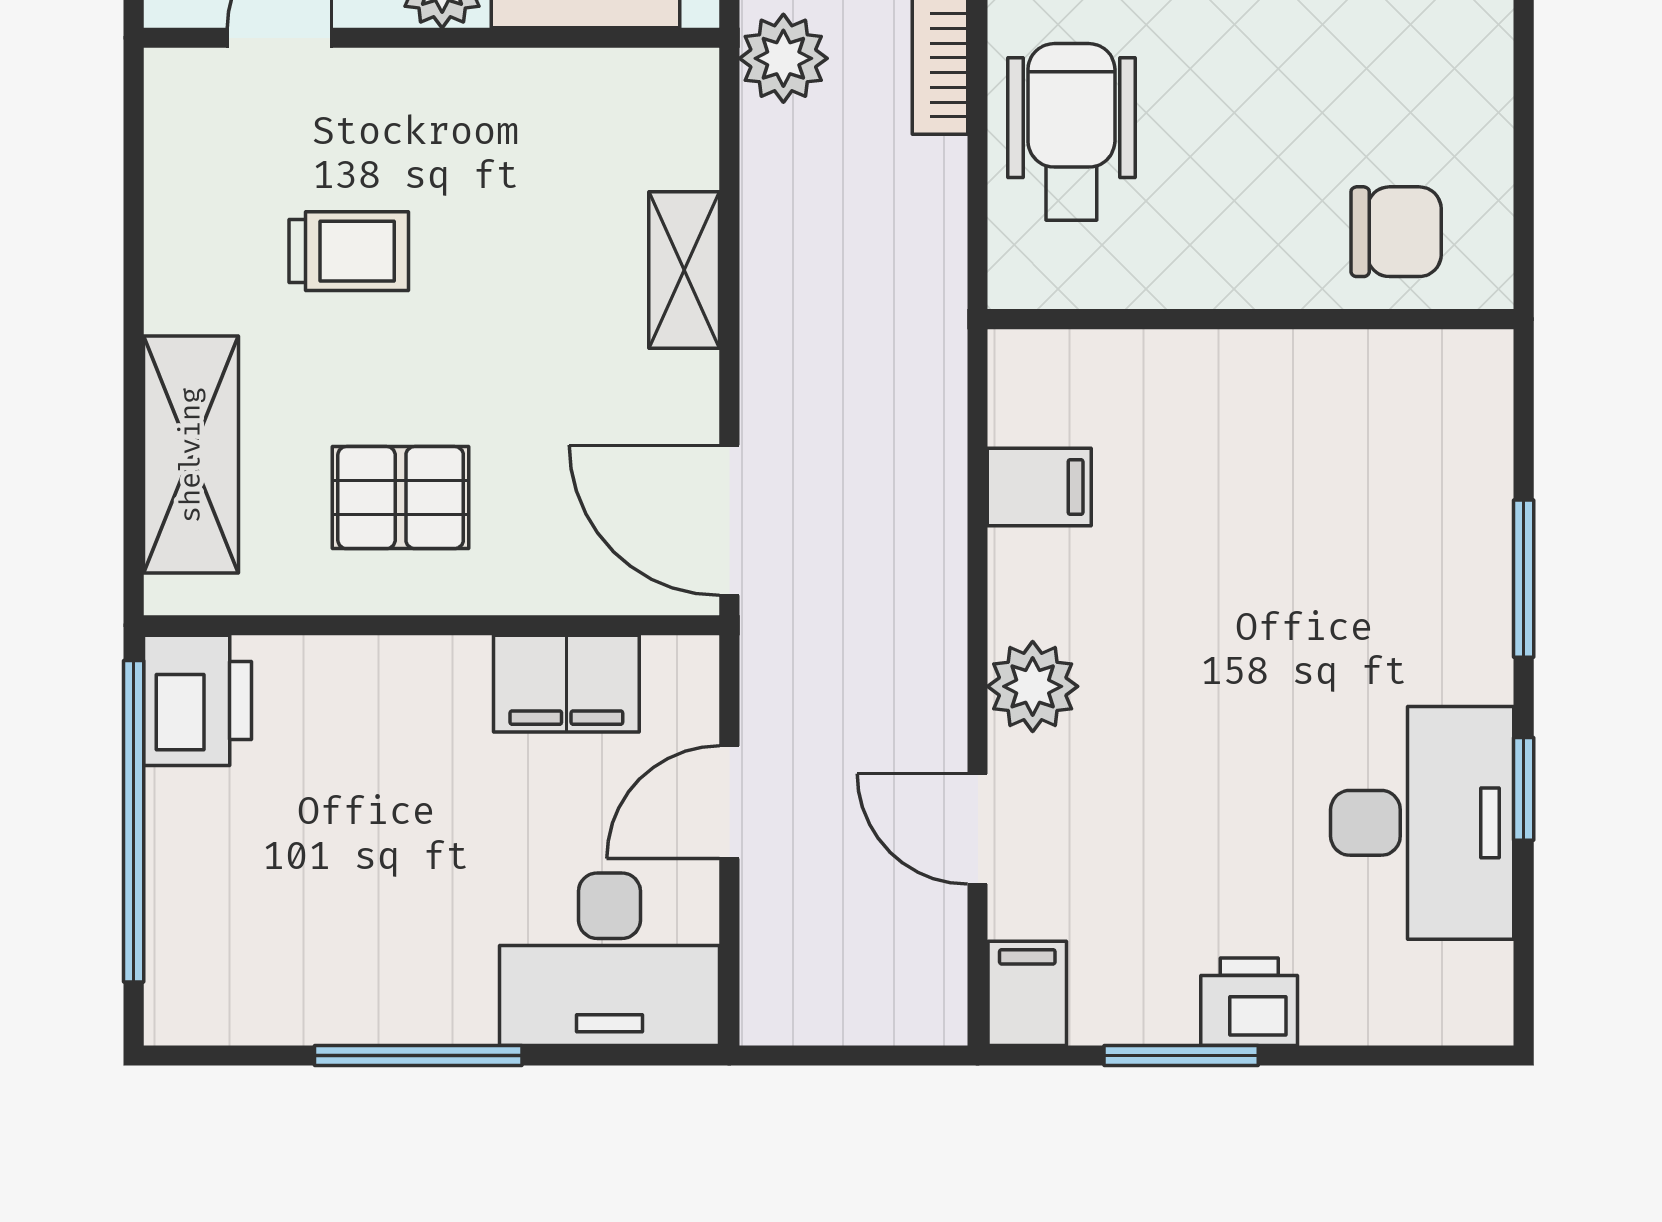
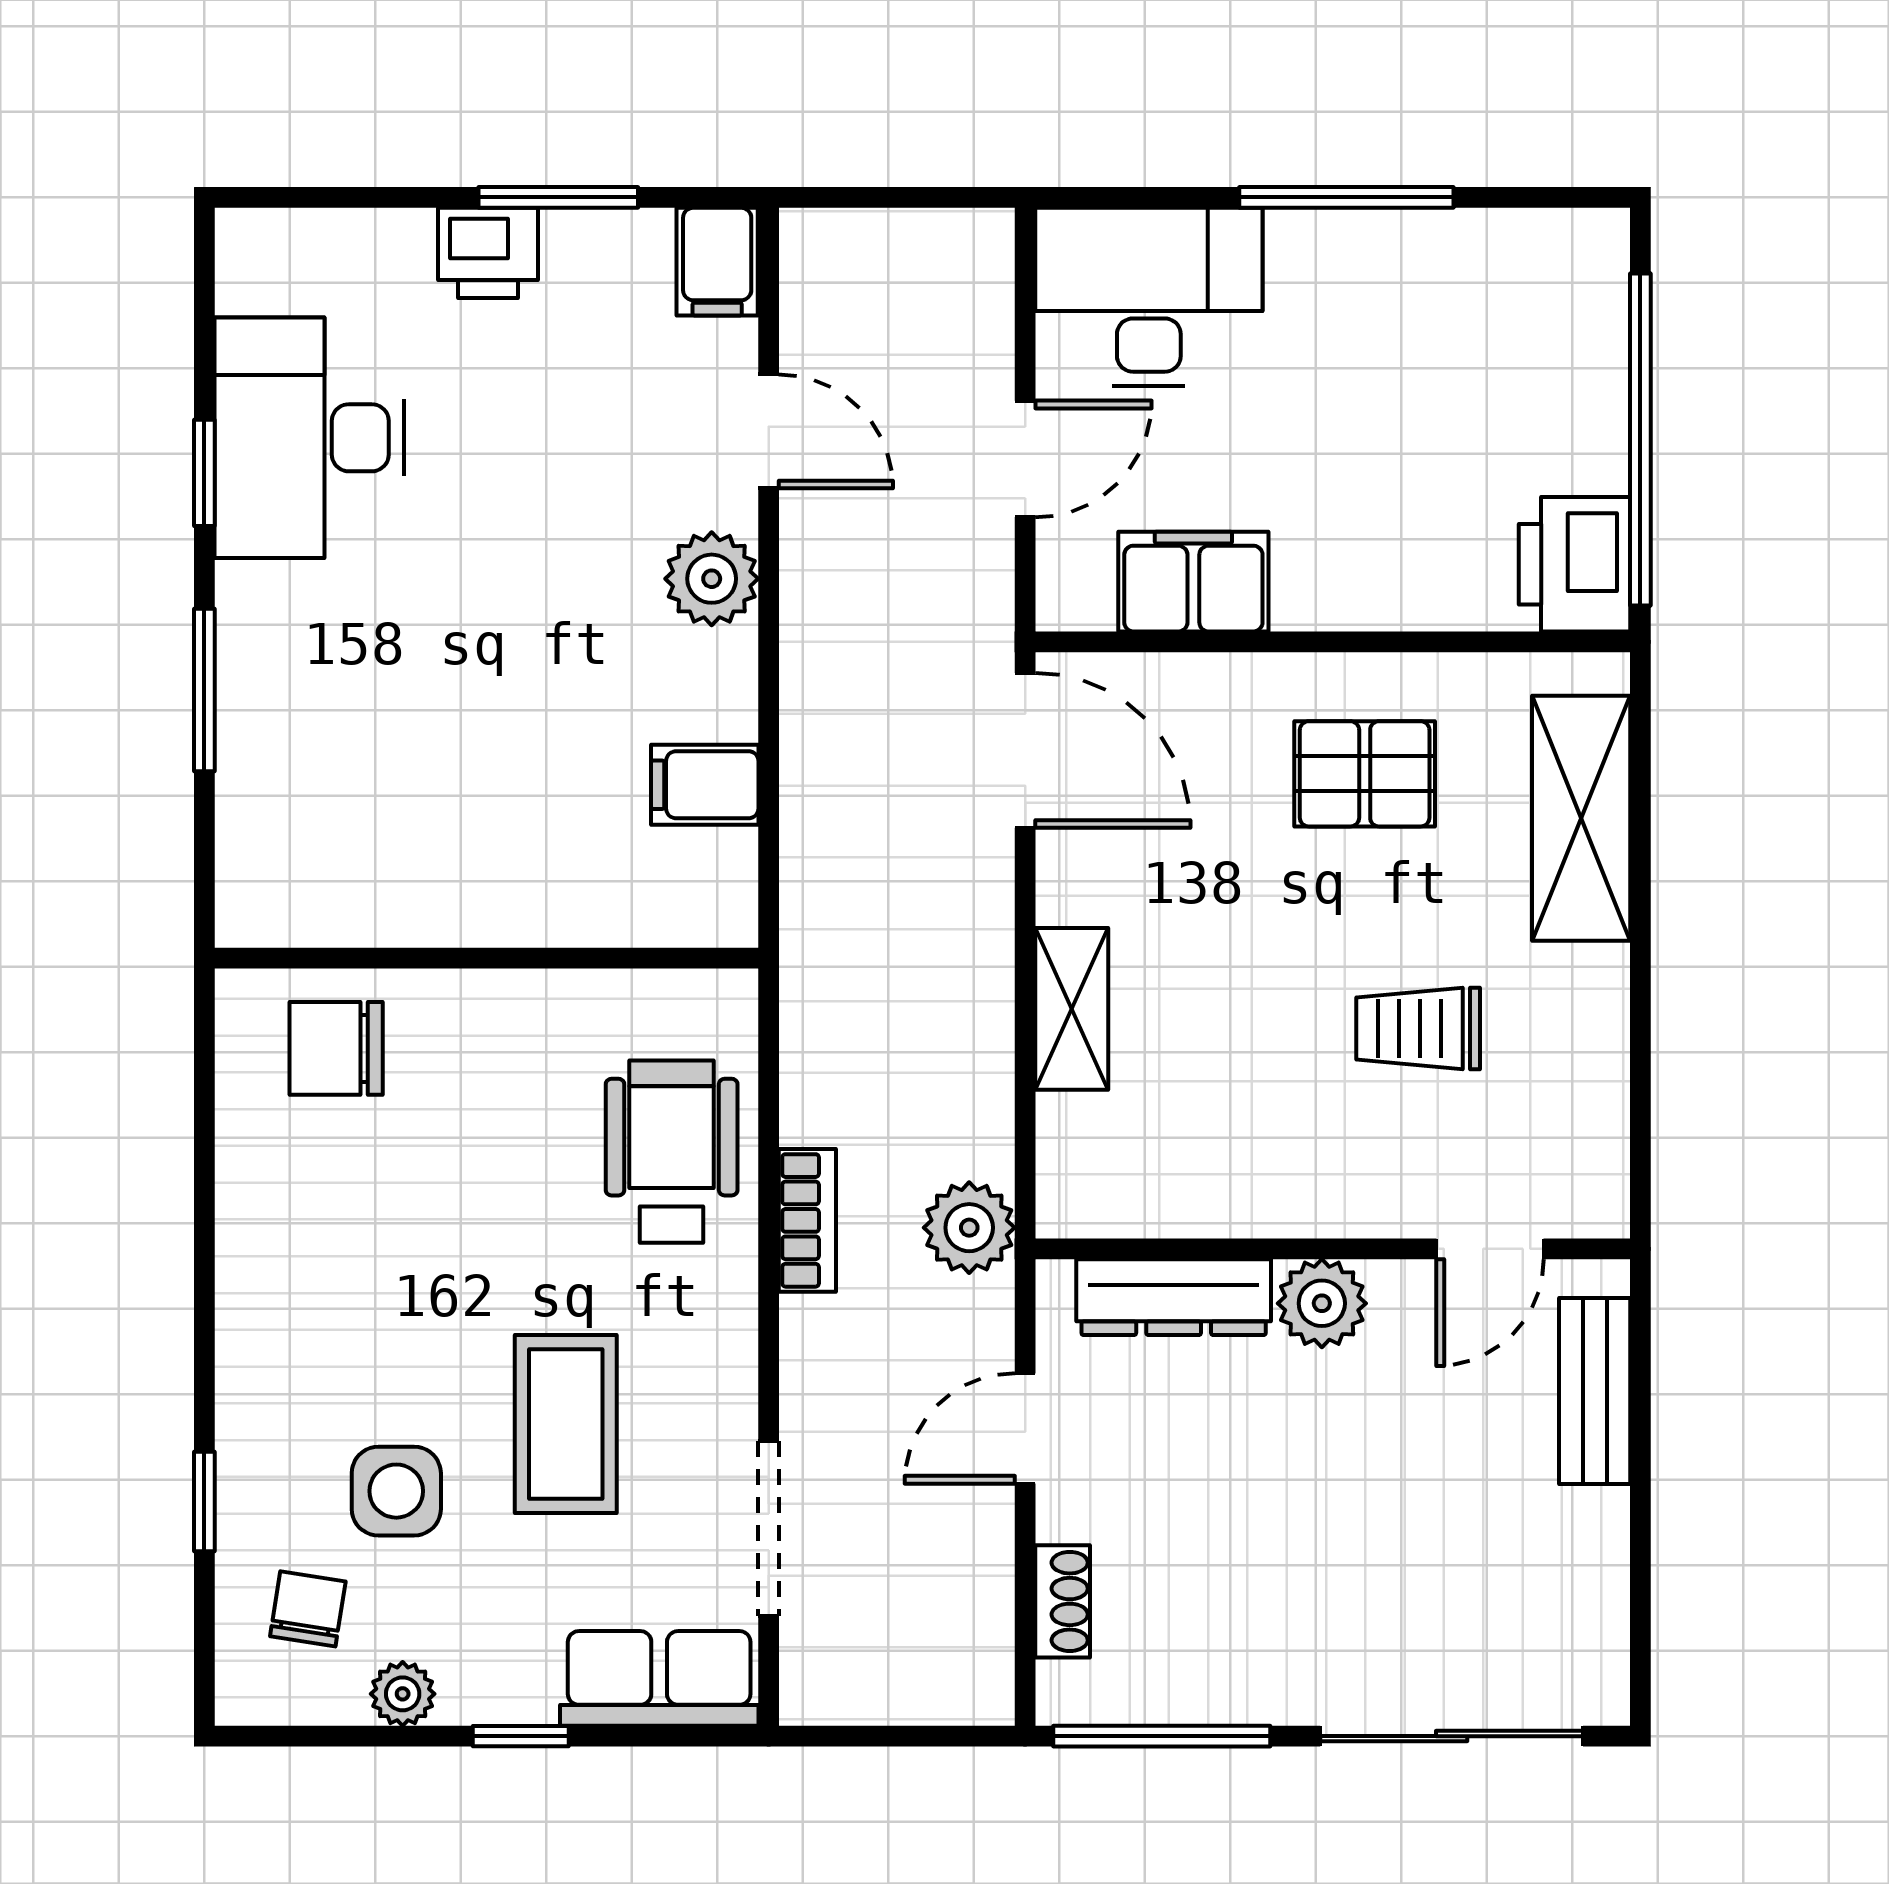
wheelchair: (1071, 132) -> (672, 1152), turned 180

